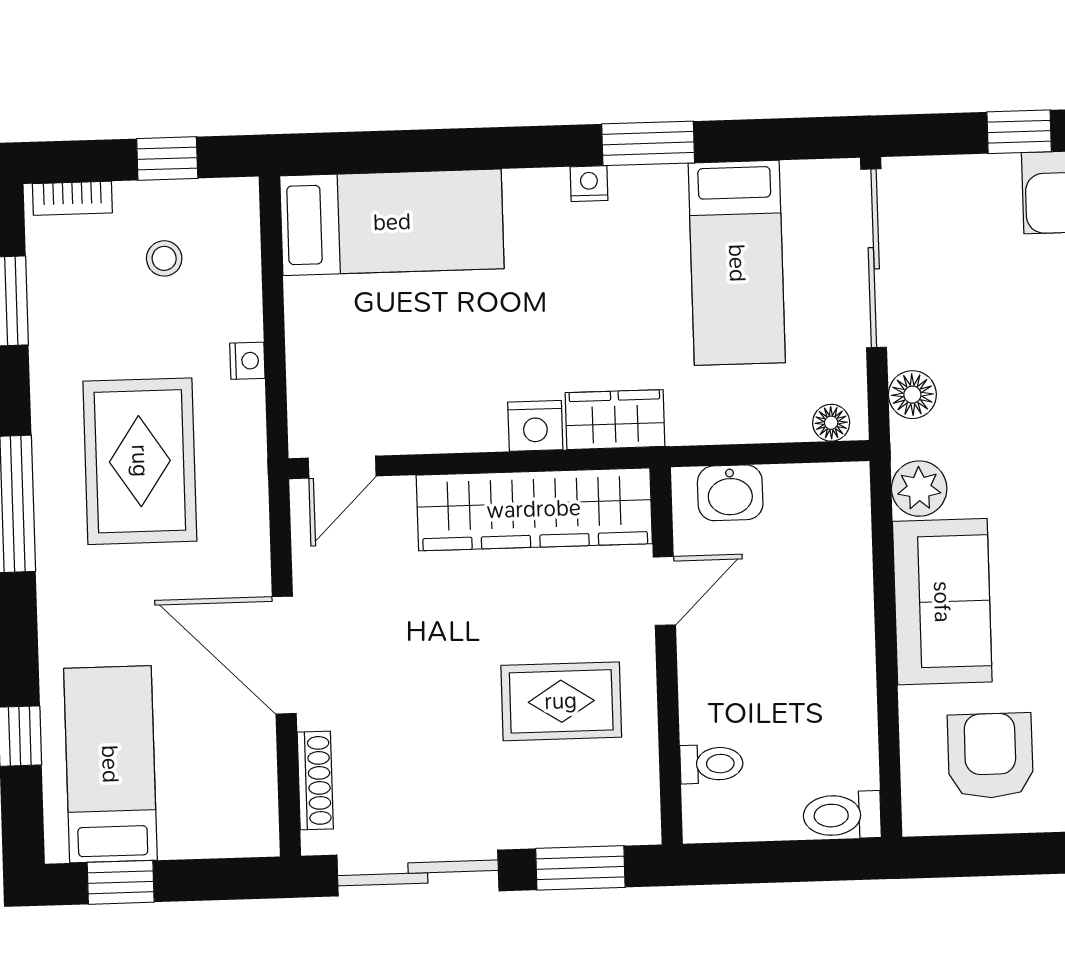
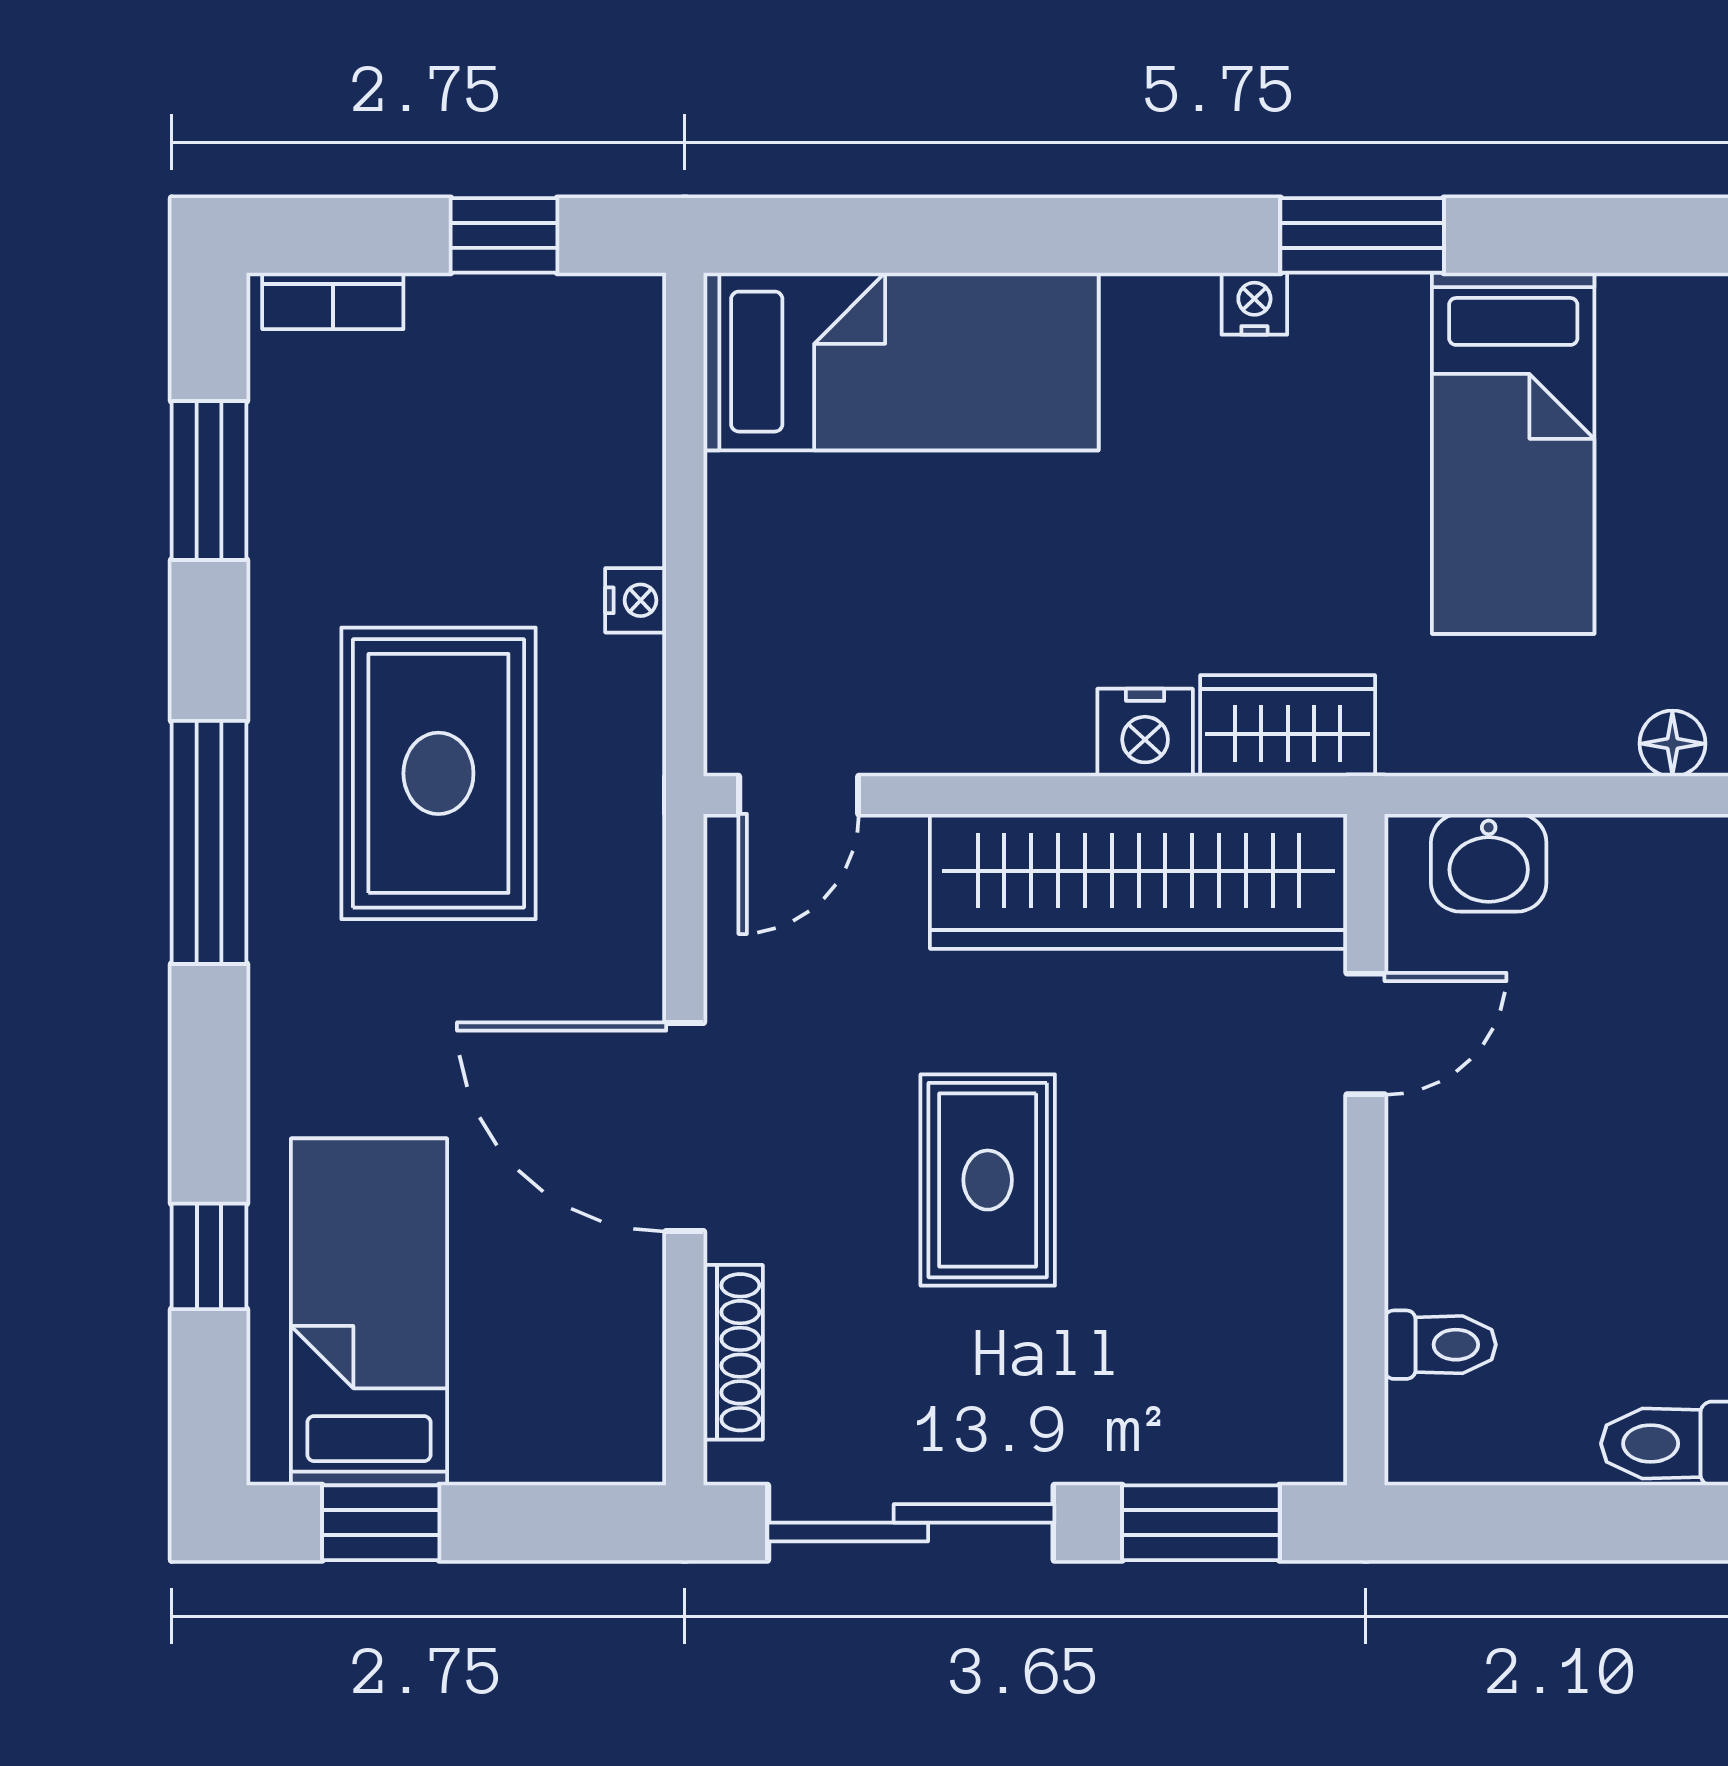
stool: (164, 258) -> (493, 413), removed
rug: (561, 701) -> (988, 1180), moved, turned 90

